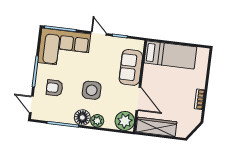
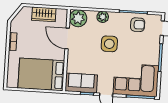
bed: (170, 55) -> (41, 74), width x1.50
sofa: (131, 67) -> (81, 83), moved, turned -90
armchair: (55, 88) -> (138, 25), moved
floor lamp: (82, 118) -> (116, 19), removed
wardrobe: (156, 127) -> (44, 14), width x0.67

